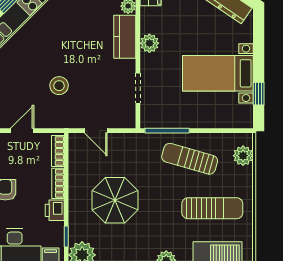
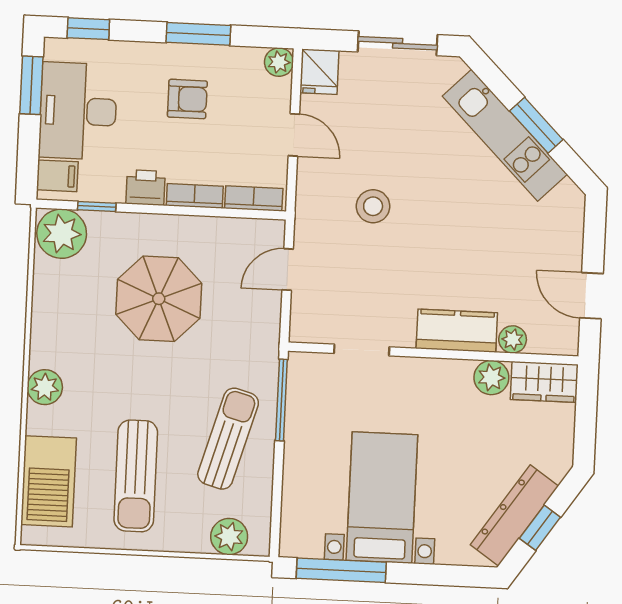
plant: (149, 43) -> (491, 378), moved
window: (259, 94) -> (341, 570), width x2.17

